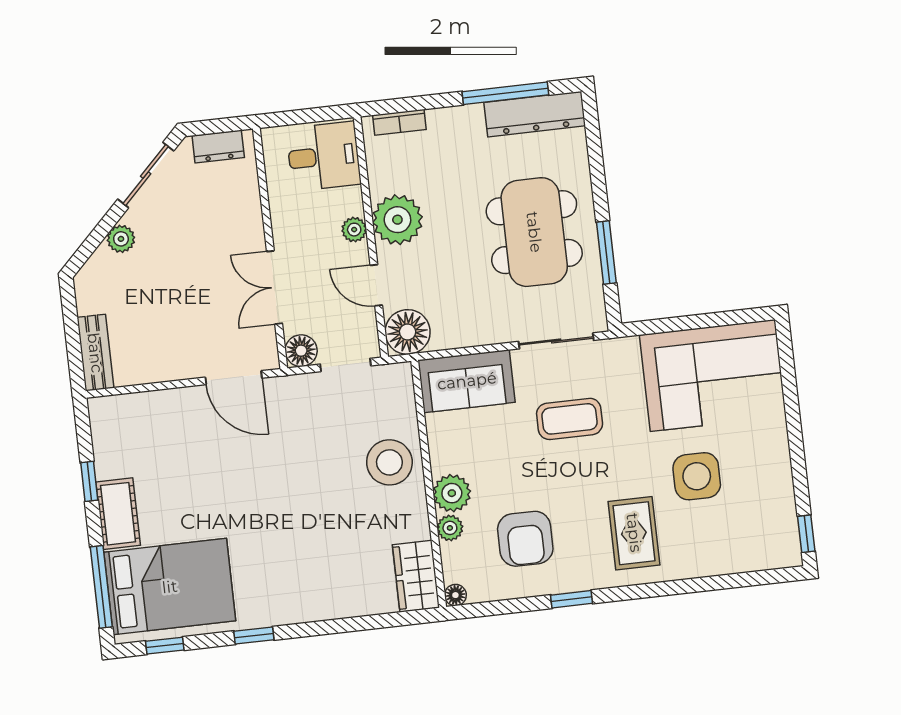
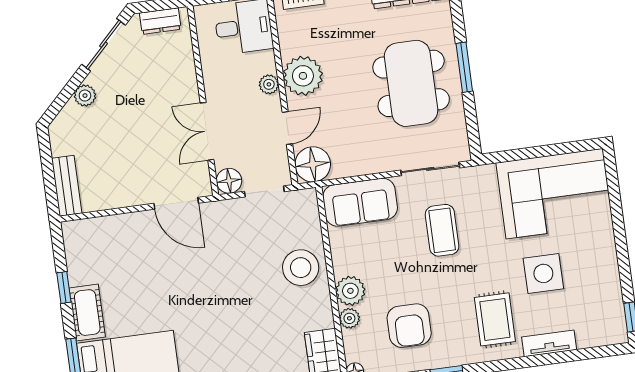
window: (606, 252) -> (464, 67), moved
door: (376, 285) -> (287, 128), swing flipped
coffee table: (570, 419) -> (442, 230), turned 90
tv unit: (702, 565) -> (549, 343), added

